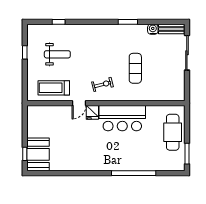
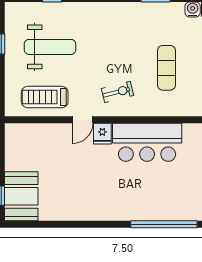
weight bench: (57, 54) -> (50, 47), width x1.36, depth x1.33

